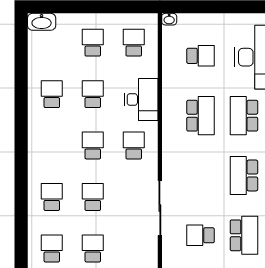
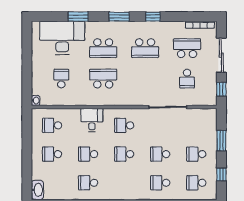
desk: (141, 100) -> (92, 120), width x0.73

